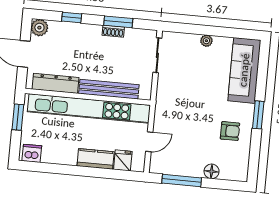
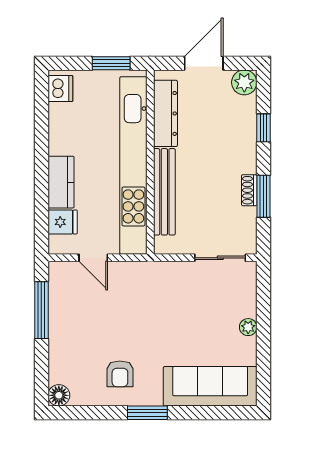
floor lamp: (212, 171) -> (59, 395), moved

